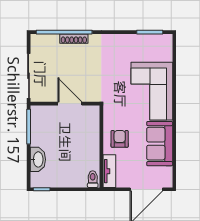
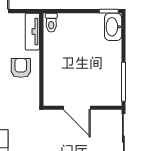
armchair: (120, 139) -> (21, 68), turned 180
washbasin: (38, 159) -> (113, 27), moved

